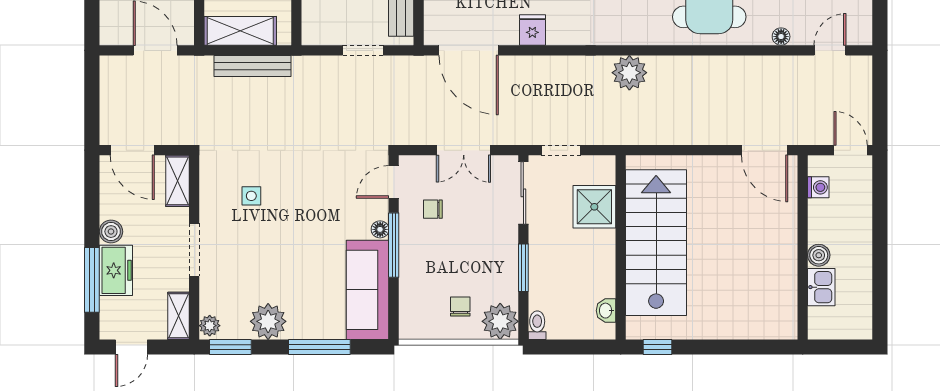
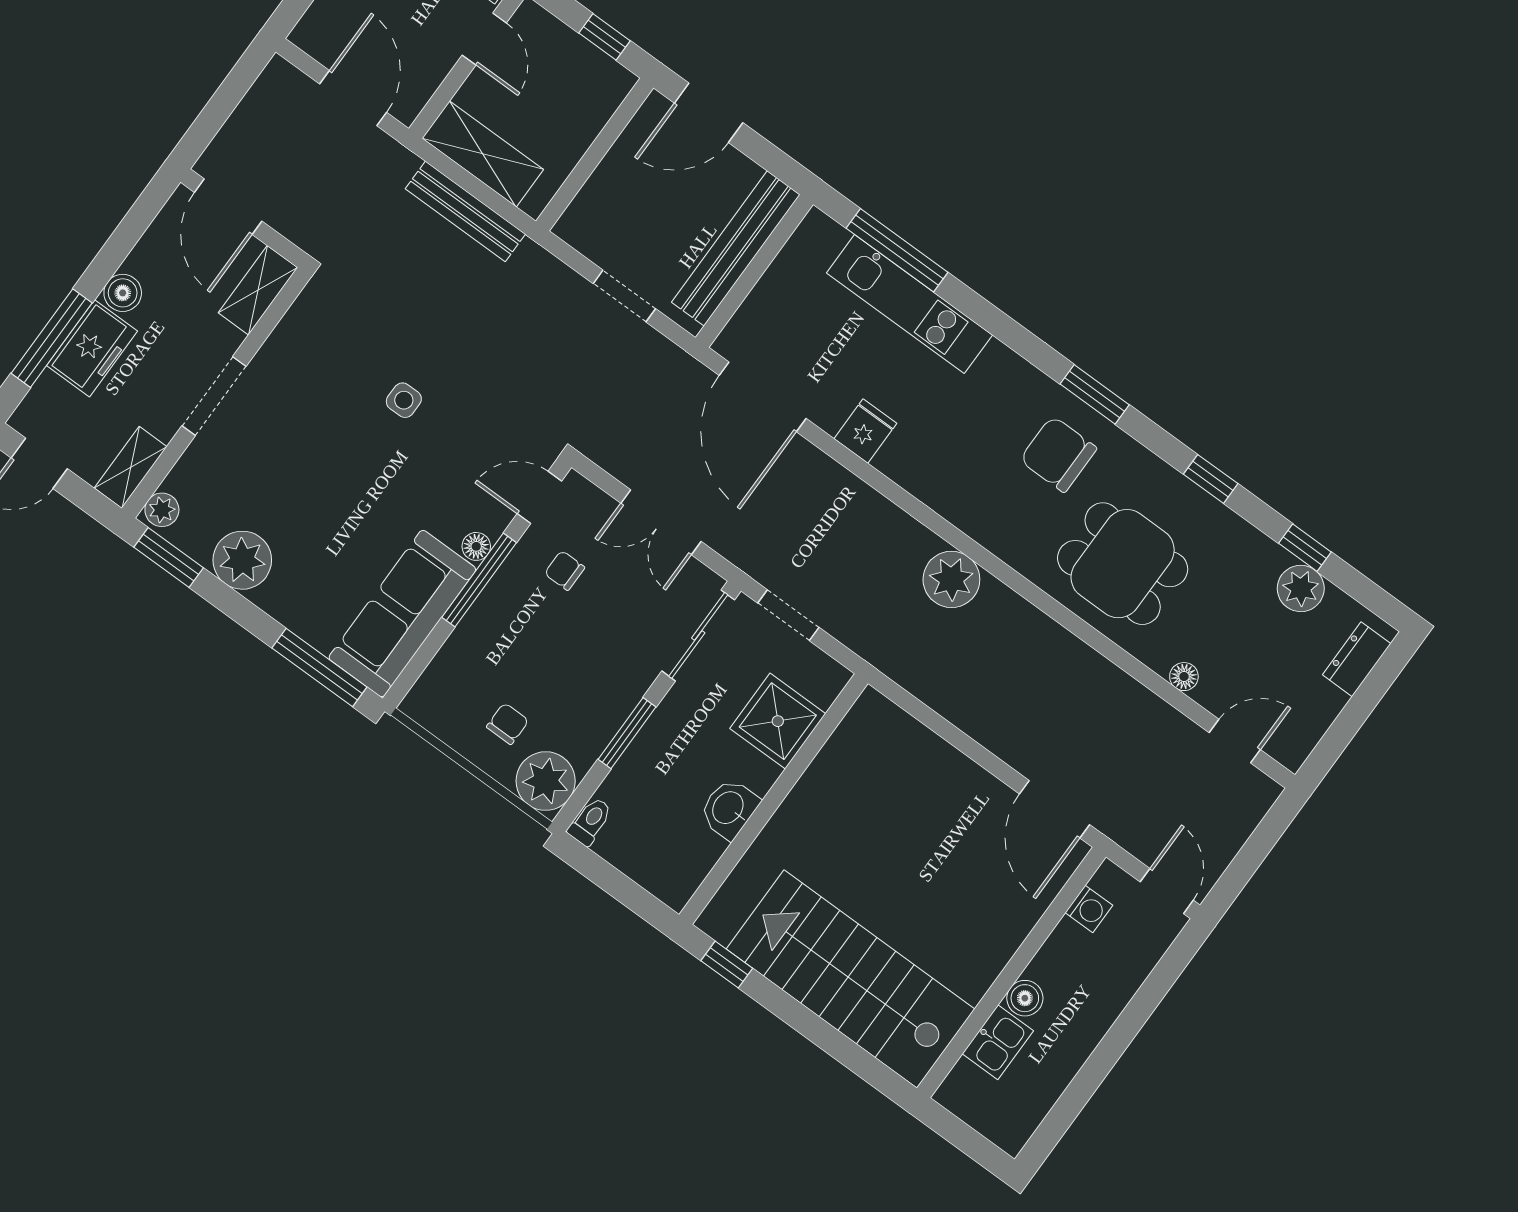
side table: (251, 196) -> (404, 400), moved
stairs: (656, 243) -> (851, 979), moved, turned -90
washbasin: (606, 311) -> (729, 808), moved, width x1.38, depth x1.45
window: (319, 347) -> (319, 667), moved

